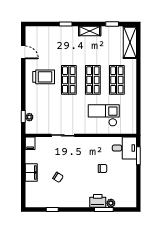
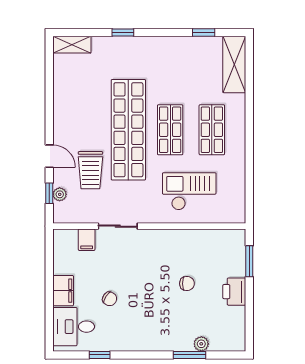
shelving: (90, 31) -> (72, 45), moved
door: (23, 52) -> (49, 156), moved
trolley: (44, 77) -> (90, 170), moved, turned 90
shop shelf: (69, 80) -> (128, 130), width x2.00, depth x1.36
filing cabinet: (30, 143) -> (87, 240), moved
desk: (124, 148) -> (74, 327), moved, turned 180
printer: (98, 201) -> (234, 292), moved, turned -90

